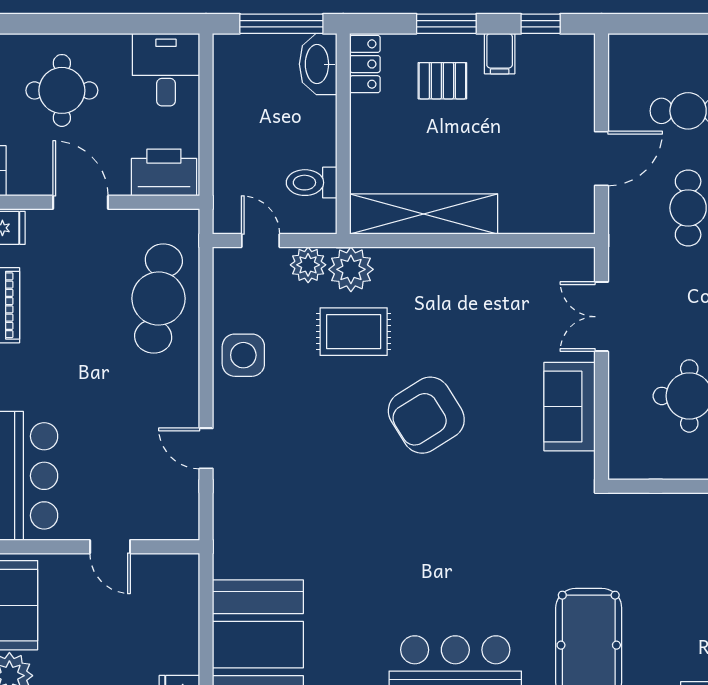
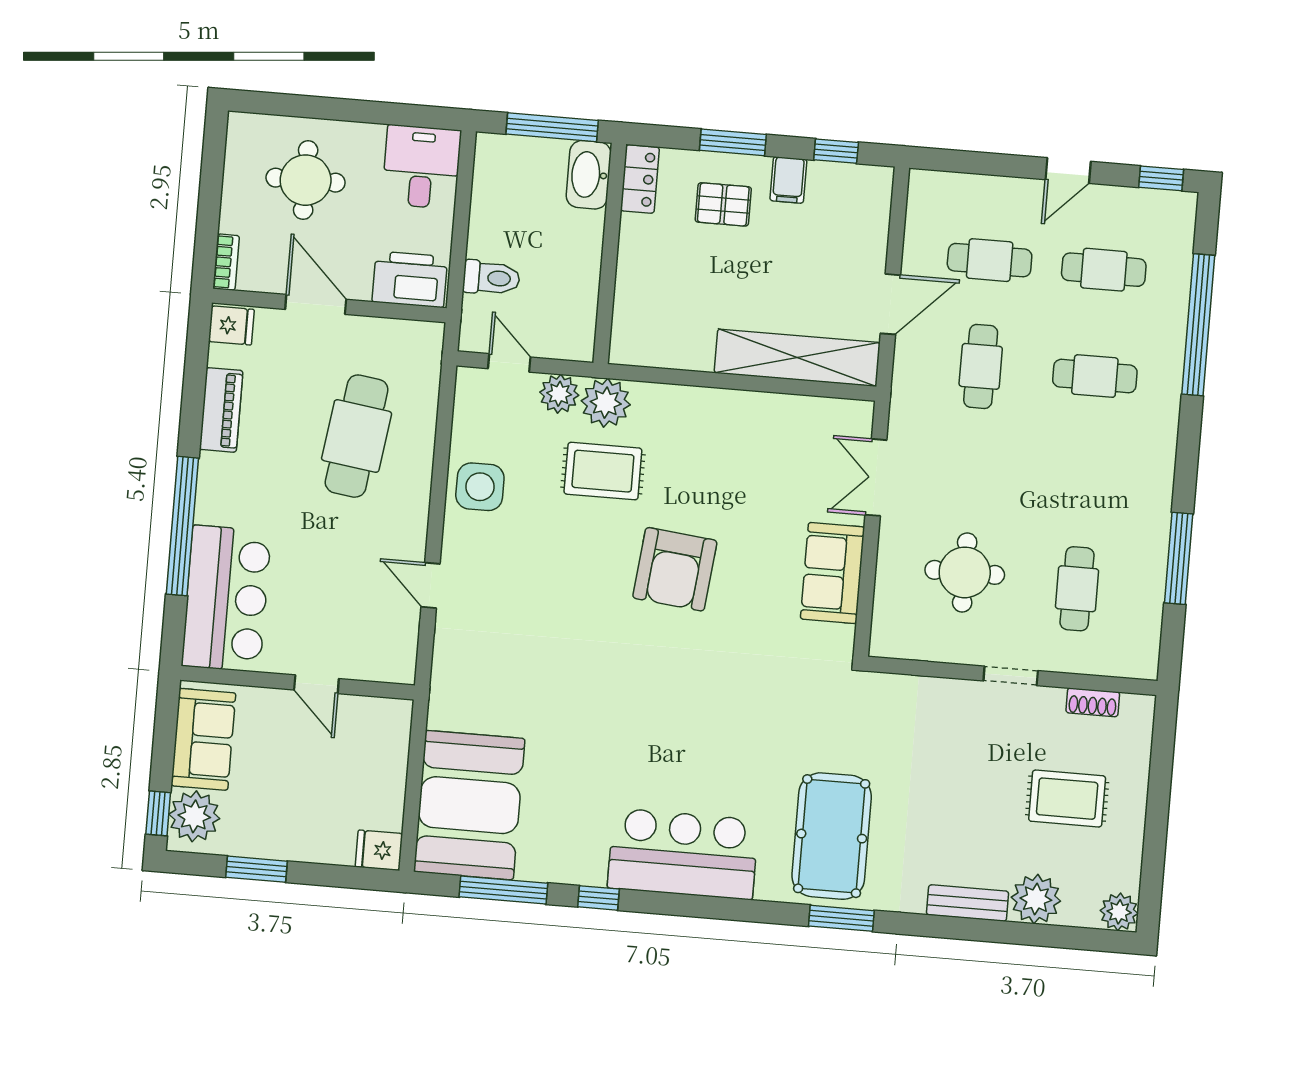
toilet: (312, 183) -> (491, 278), moved, turned 180
shelving: (424, 214) -> (797, 358), moved
cafe table: (158, 299) -> (357, 436), moved
armchair: (426, 415) -> (675, 569), turned -52

